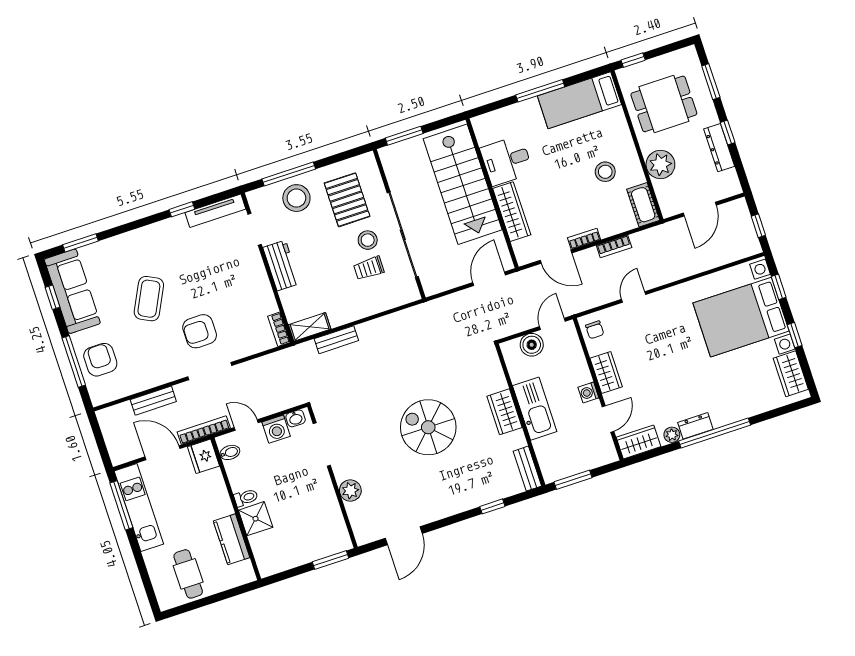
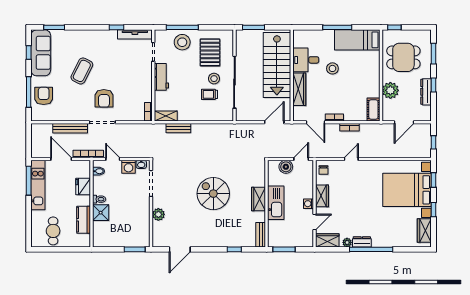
stool: (605, 172) -> (332, 68), moved
armchair: (200, 331) -> (104, 98), turned -90
bench: (153, 401) -> (70, 128), width x1.36
fridge: (203, 456) -> (83, 186), moved

